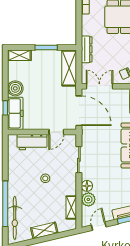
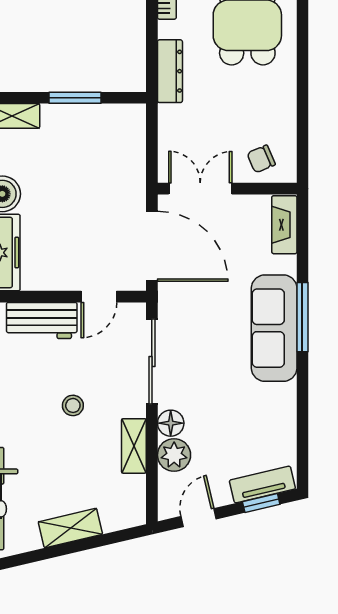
dresser: (87, 49) -> (170, 71), moved
shelving: (69, 68) -> (129, 146), removed
sliding door: (79, 160) -> (152, 362), width x1.37
shelving: (71, 207) -> (134, 446), moved

